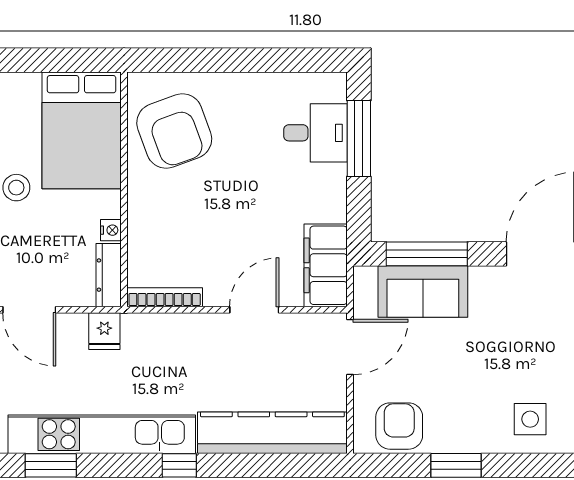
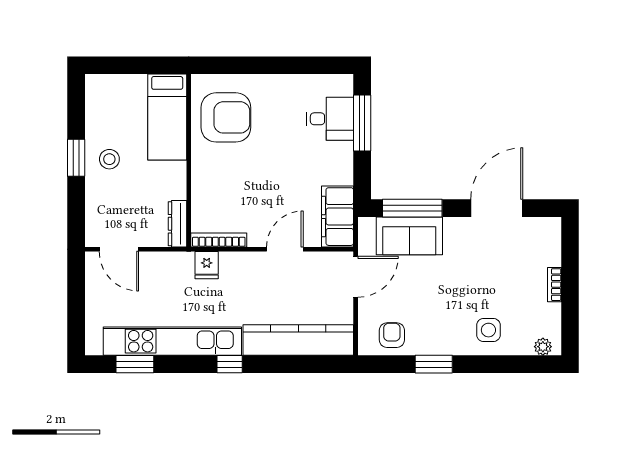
bed: (82, 130) -> (167, 117), width x0.67
armchair: (174, 131) -> (226, 117), turned -70
nightstand: (111, 230) -> (179, 191), removed
fridge: (104, 331) -> (207, 265), moved
armchair: (399, 426) -> (392, 335), width x0.72, depth x0.72

